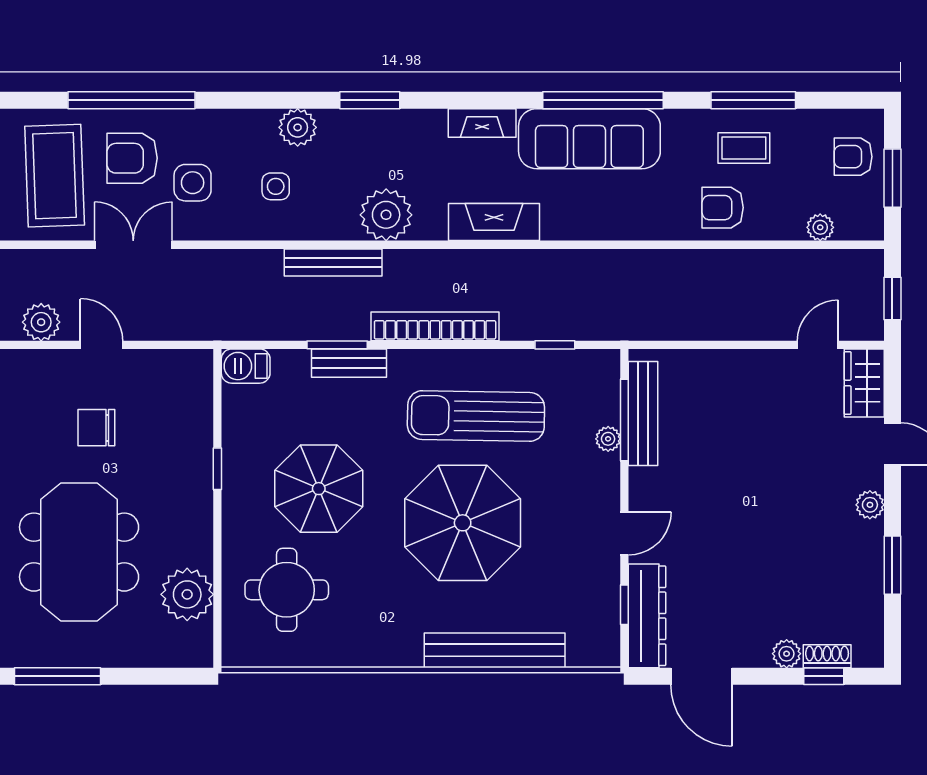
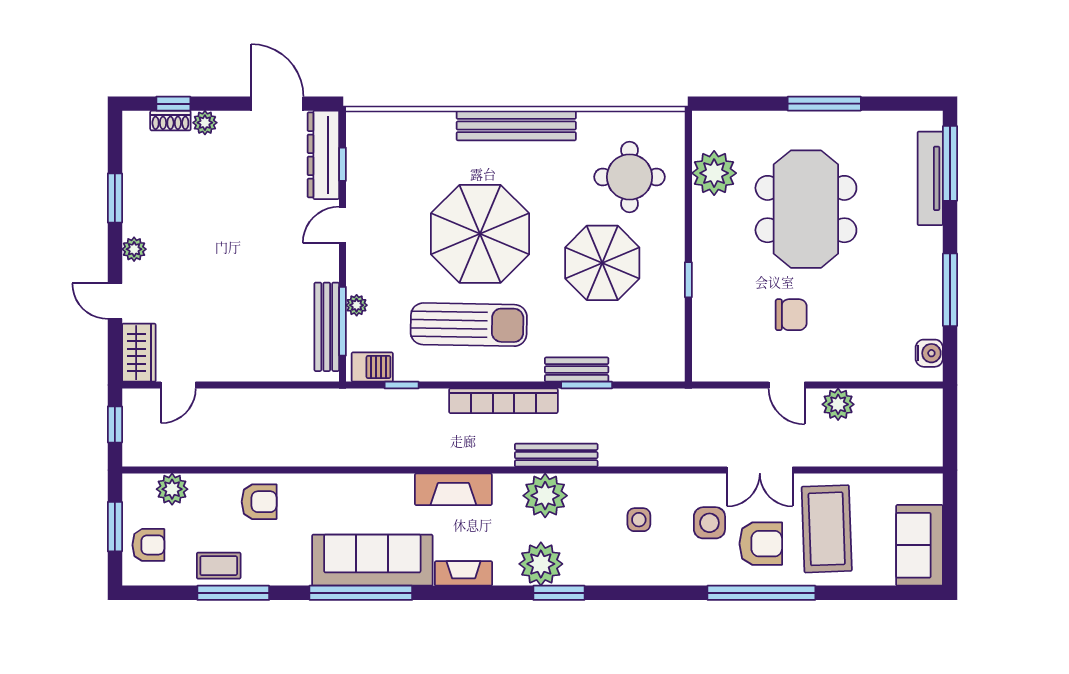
plant: (298, 127) -> (541, 564), moved, width x1.36, depth x1.36
coffee table: (744, 148) -> (219, 566), moved
plant: (820, 227) -> (172, 489), width x1.38, depth x1.38
bench: (333, 262) -> (556, 455), moved
barbecue: (246, 366) -> (372, 367), moved
bench: (495, 650) -> (516, 126), moved

